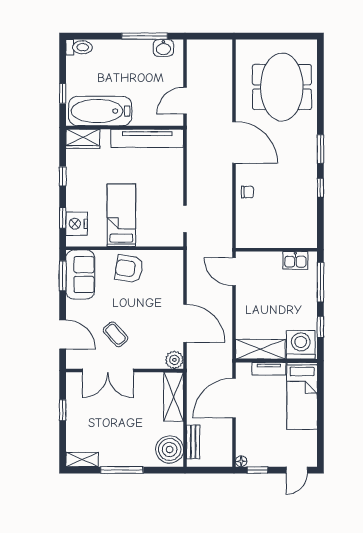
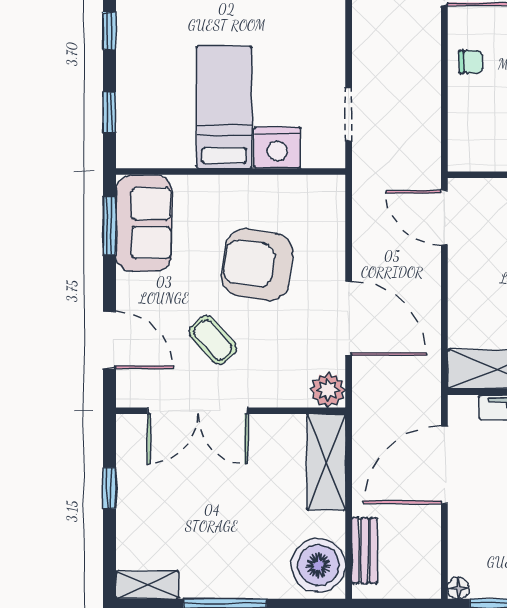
nightstand: (77, 224) -> (277, 148), moved, turned -90
armchair: (129, 269) -> (257, 265), moved, width x1.36, depth x1.36

